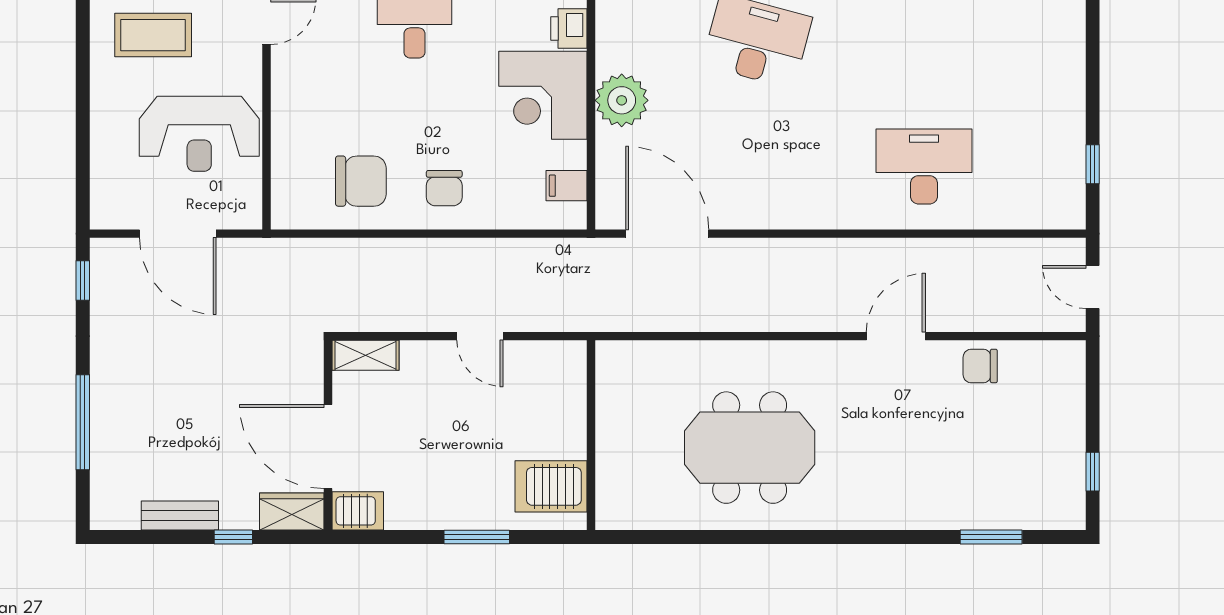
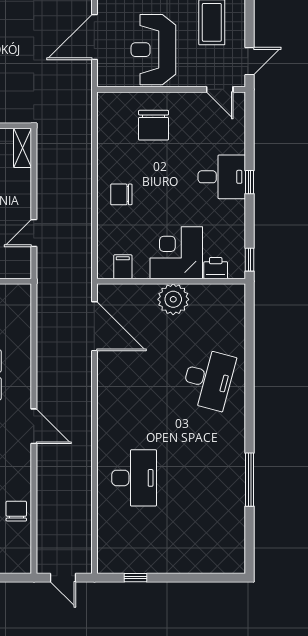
chair: (361, 181) -> (154, 125), moved
door: (667, 234) -> (94, 326), hinge flipped
door: (1093, 287) -> (63, 578), swing flipped
door: (480, 336) -> (34, 233), moved
door: (896, 336) -> (34, 426), moved

